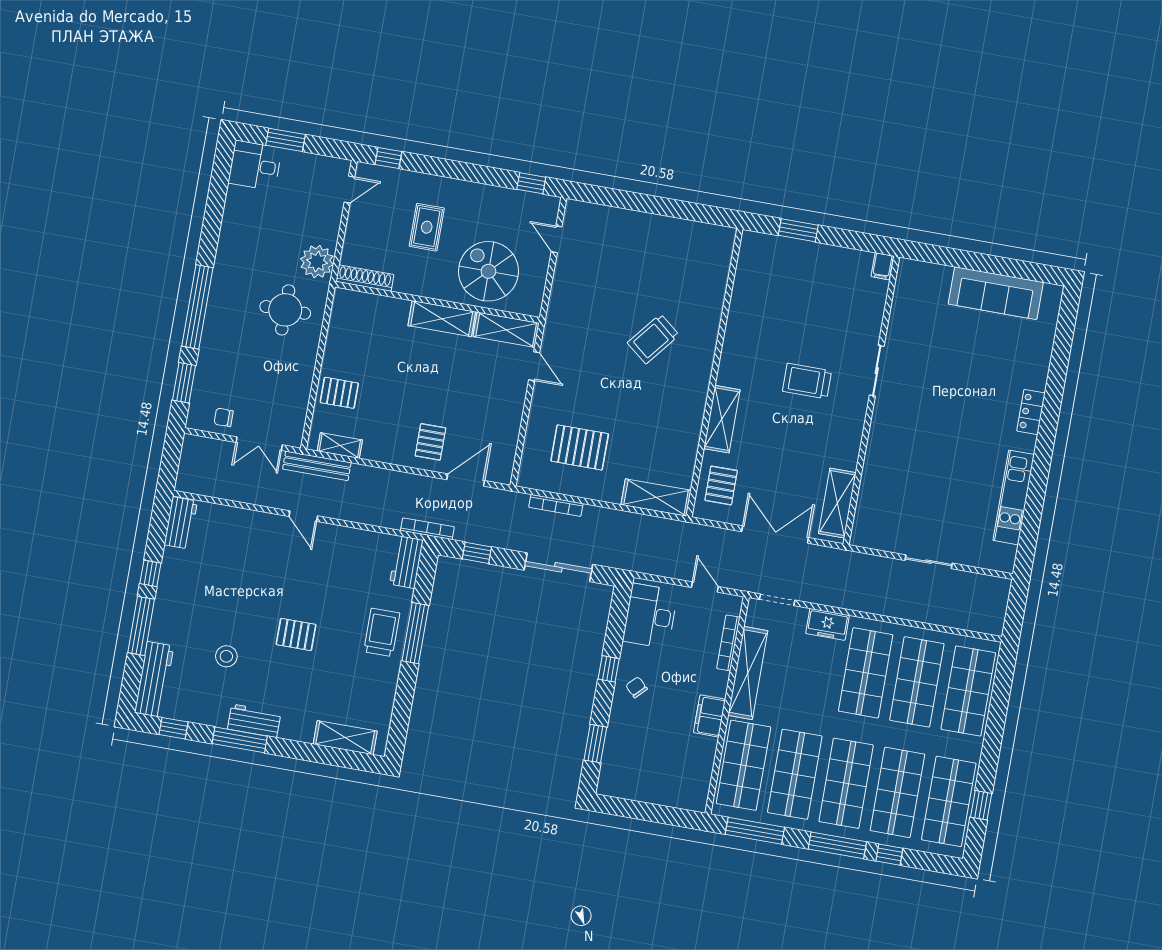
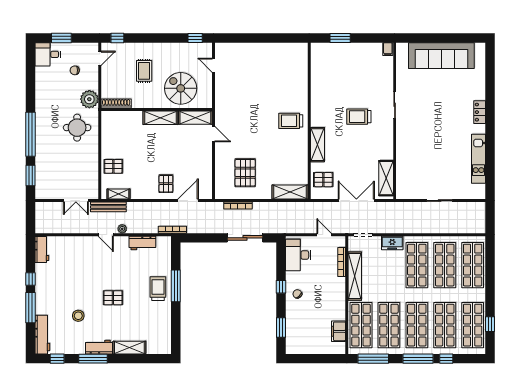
sofa: (996, 293) -> (441, 56), width x1.36, depth x1.27
trolley: (653, 339) -> (291, 121), moved, turned 51
chair: (224, 417) -> (75, 70), moved
pallet: (580, 447) -> (245, 173), turned 90
pallet: (721, 485) -> (323, 180), turned 90
plant: (335, 511) -> (122, 229), added
window: (477, 553) -> (201, 238), removed
workbench: (406, 562) -> (142, 243), moved, turned -90
filing cabinet: (709, 716) -> (339, 331), moved
shelving: (345, 738) -> (129, 348), moved

